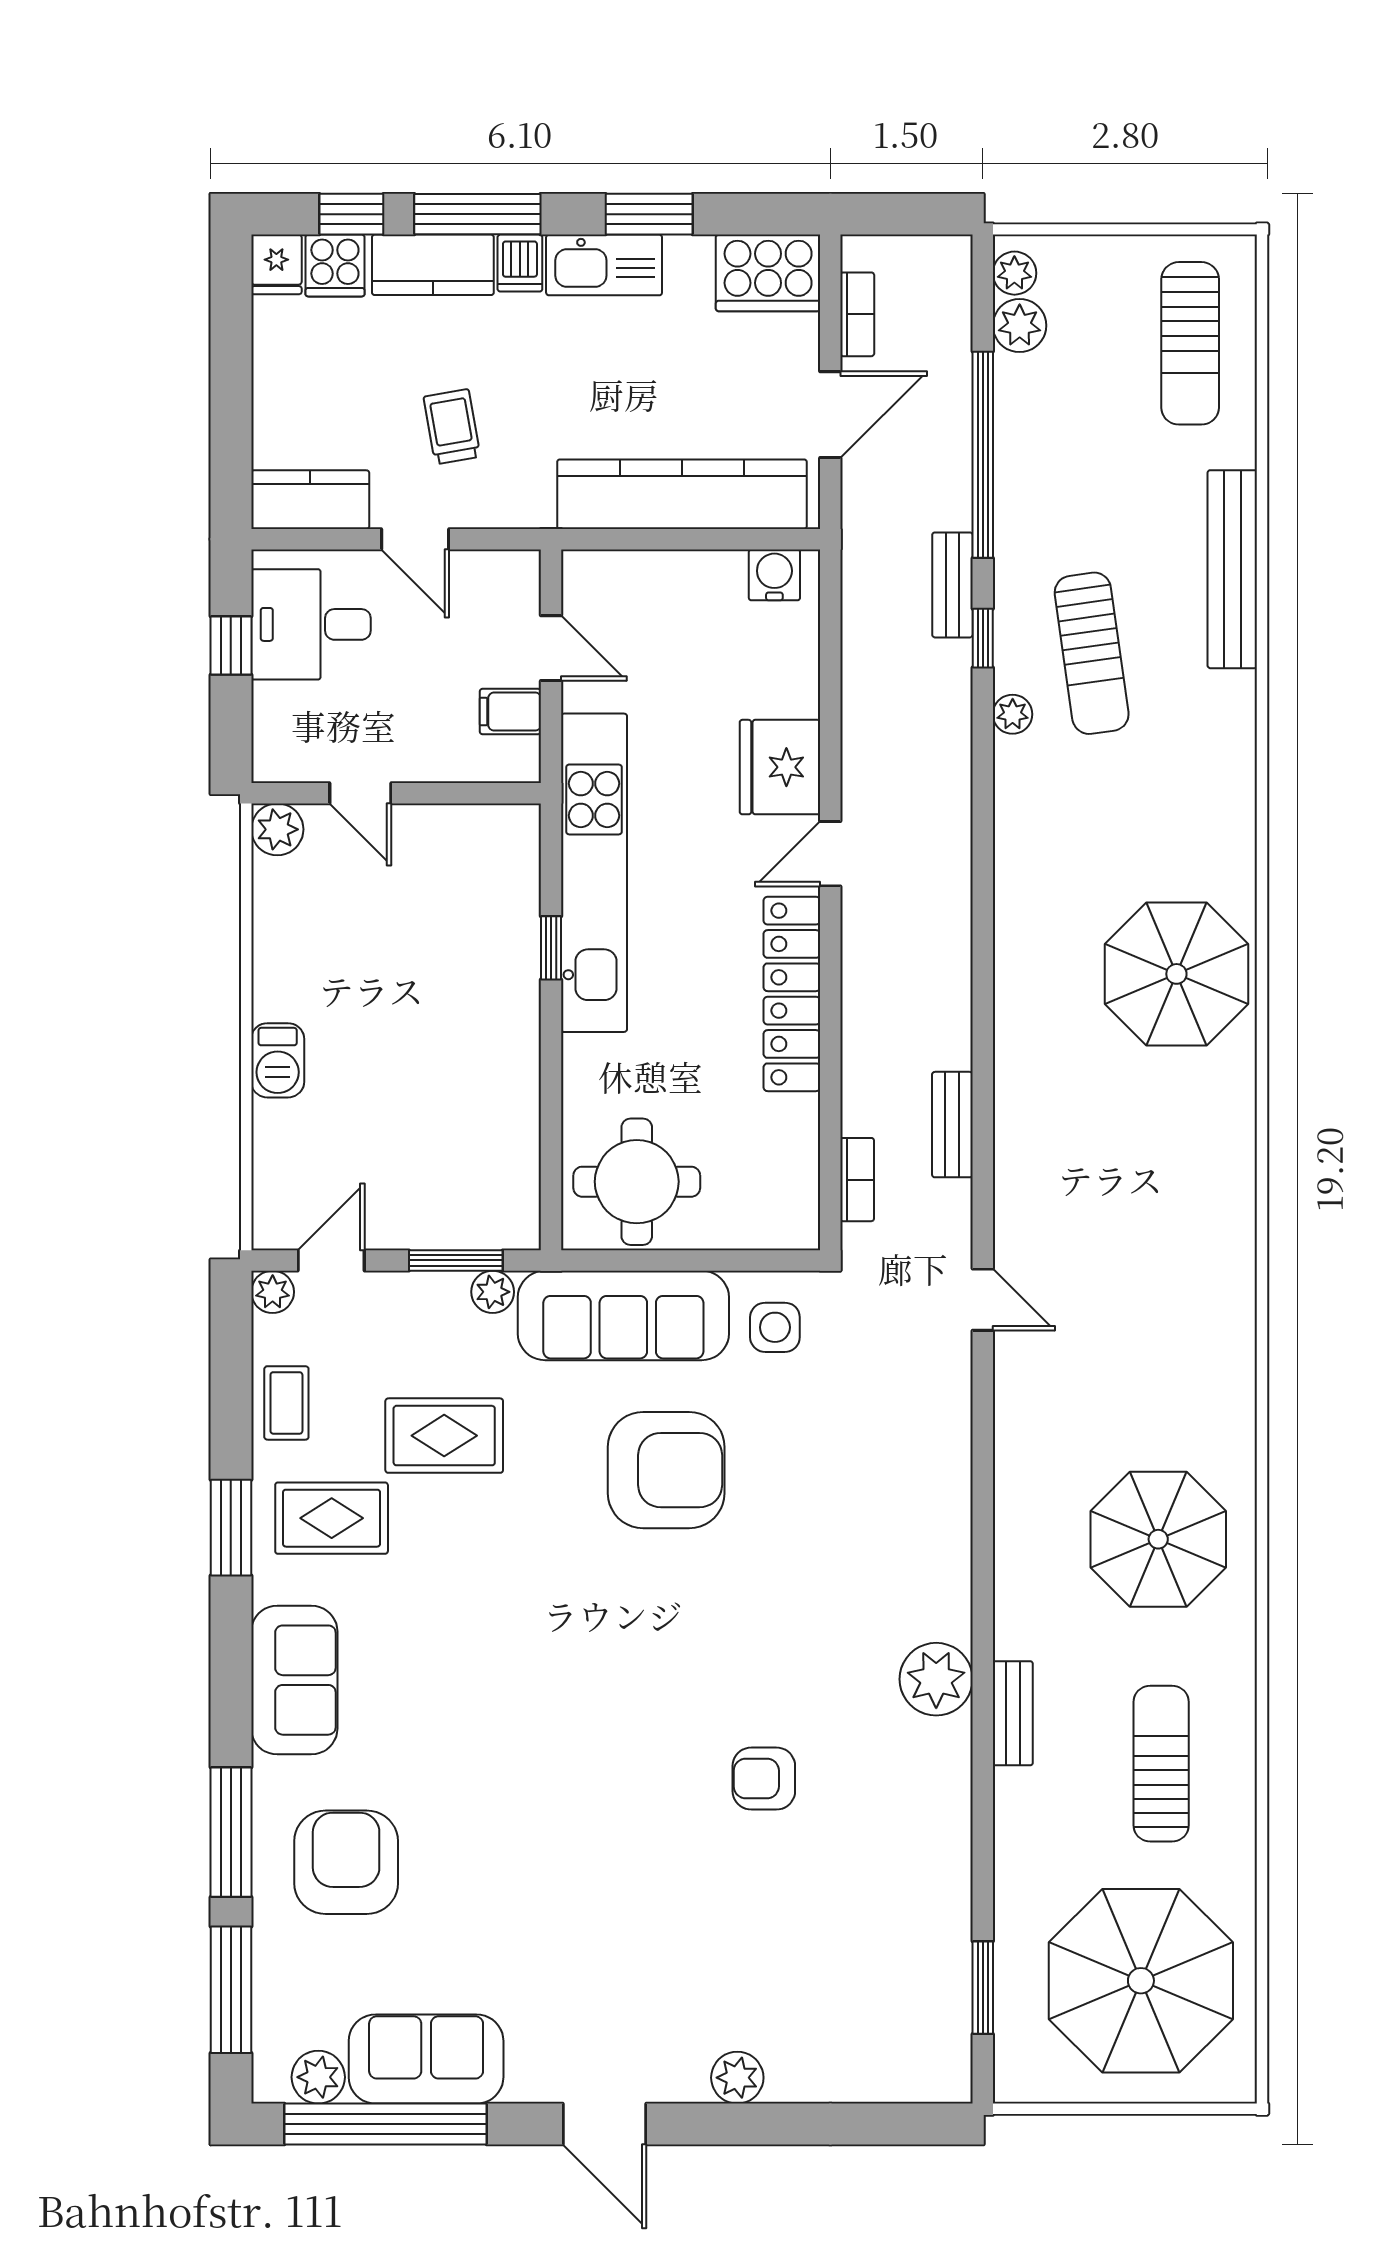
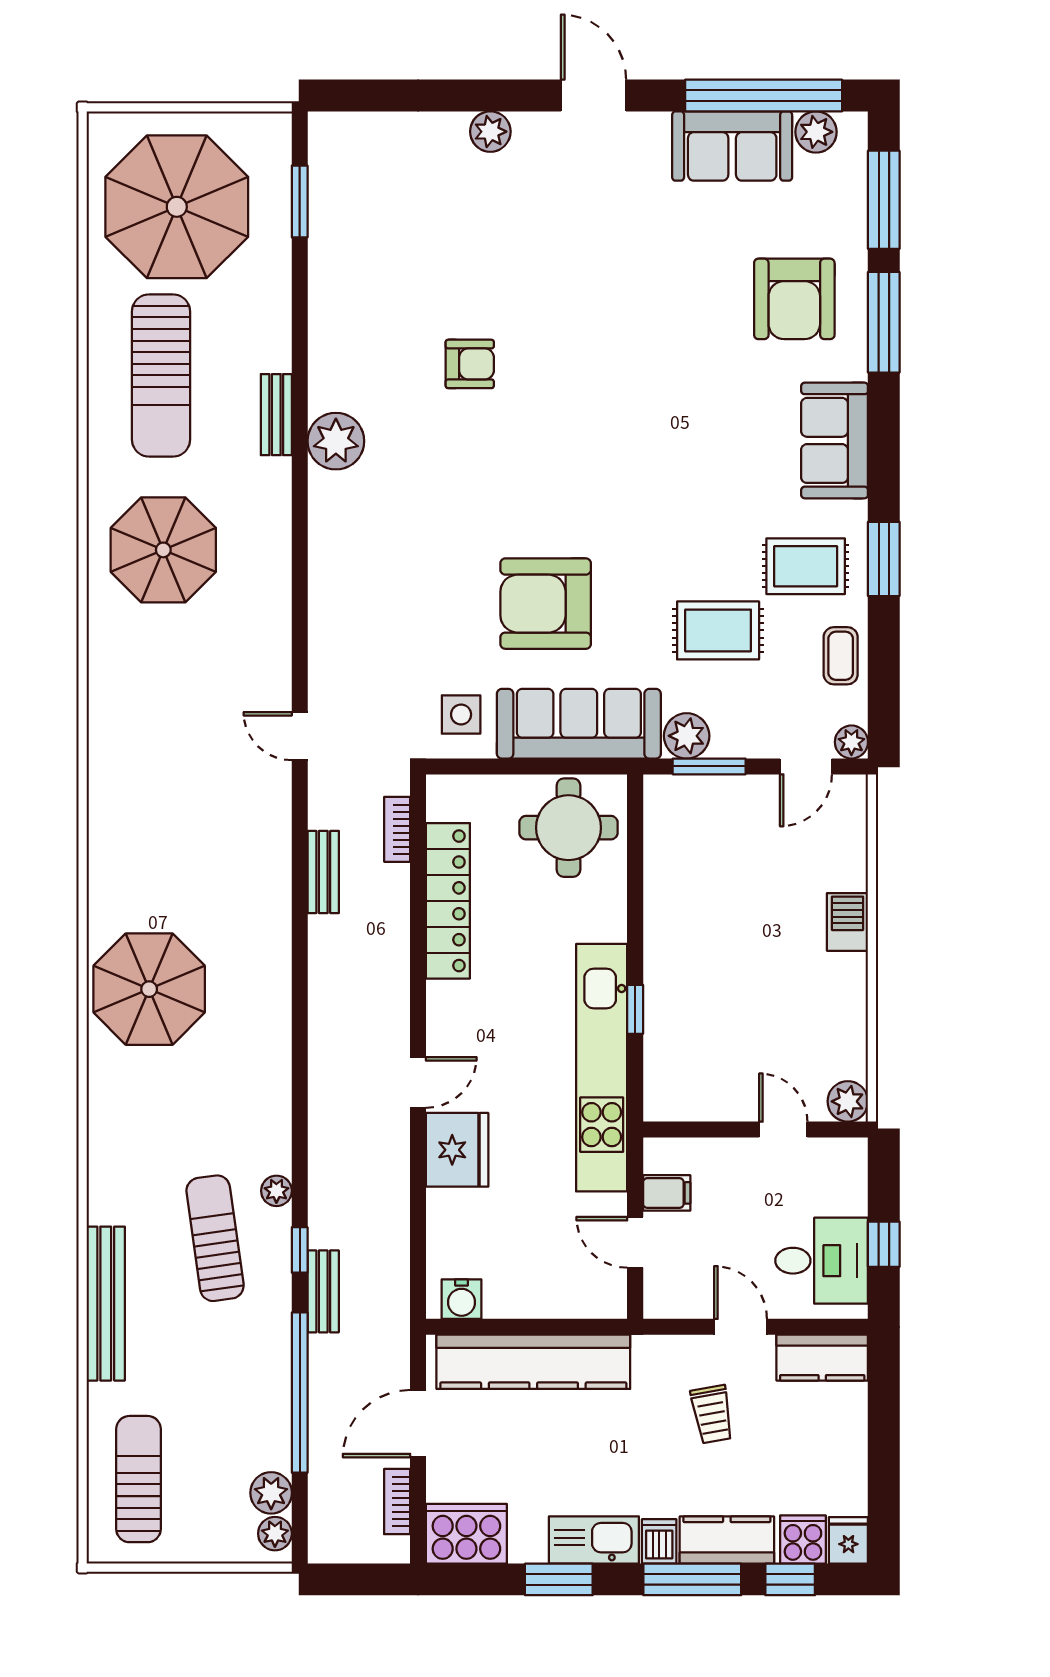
locker: (792, 994) -> (448, 901), moved
plant: (493, 1292) -> (687, 736), width x1.38, depth x1.38
sun lounger: (1161, 1764) -> (161, 376), width x1.36, depth x1.34

